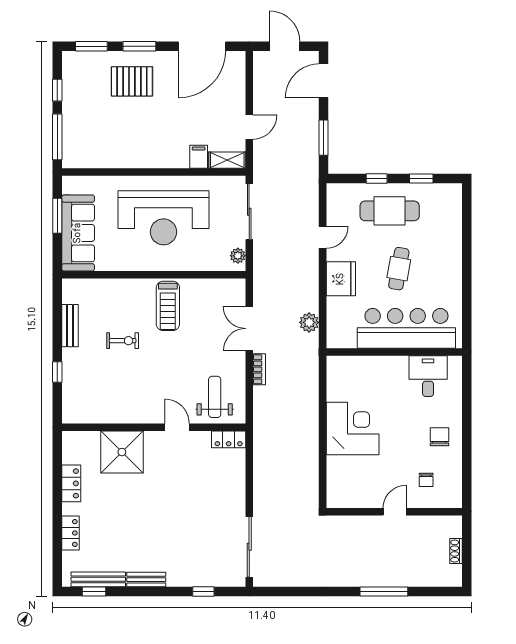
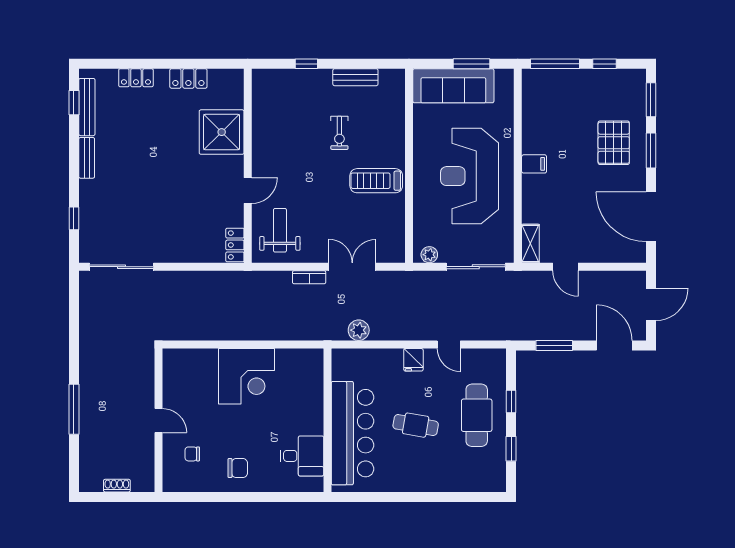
filing cabinet: (199, 157) -> (534, 164), moved
fridge: (341, 279) -> (413, 360), width x0.53, depth x0.75
weight bench: (215, 397) -> (280, 230), turned -90

